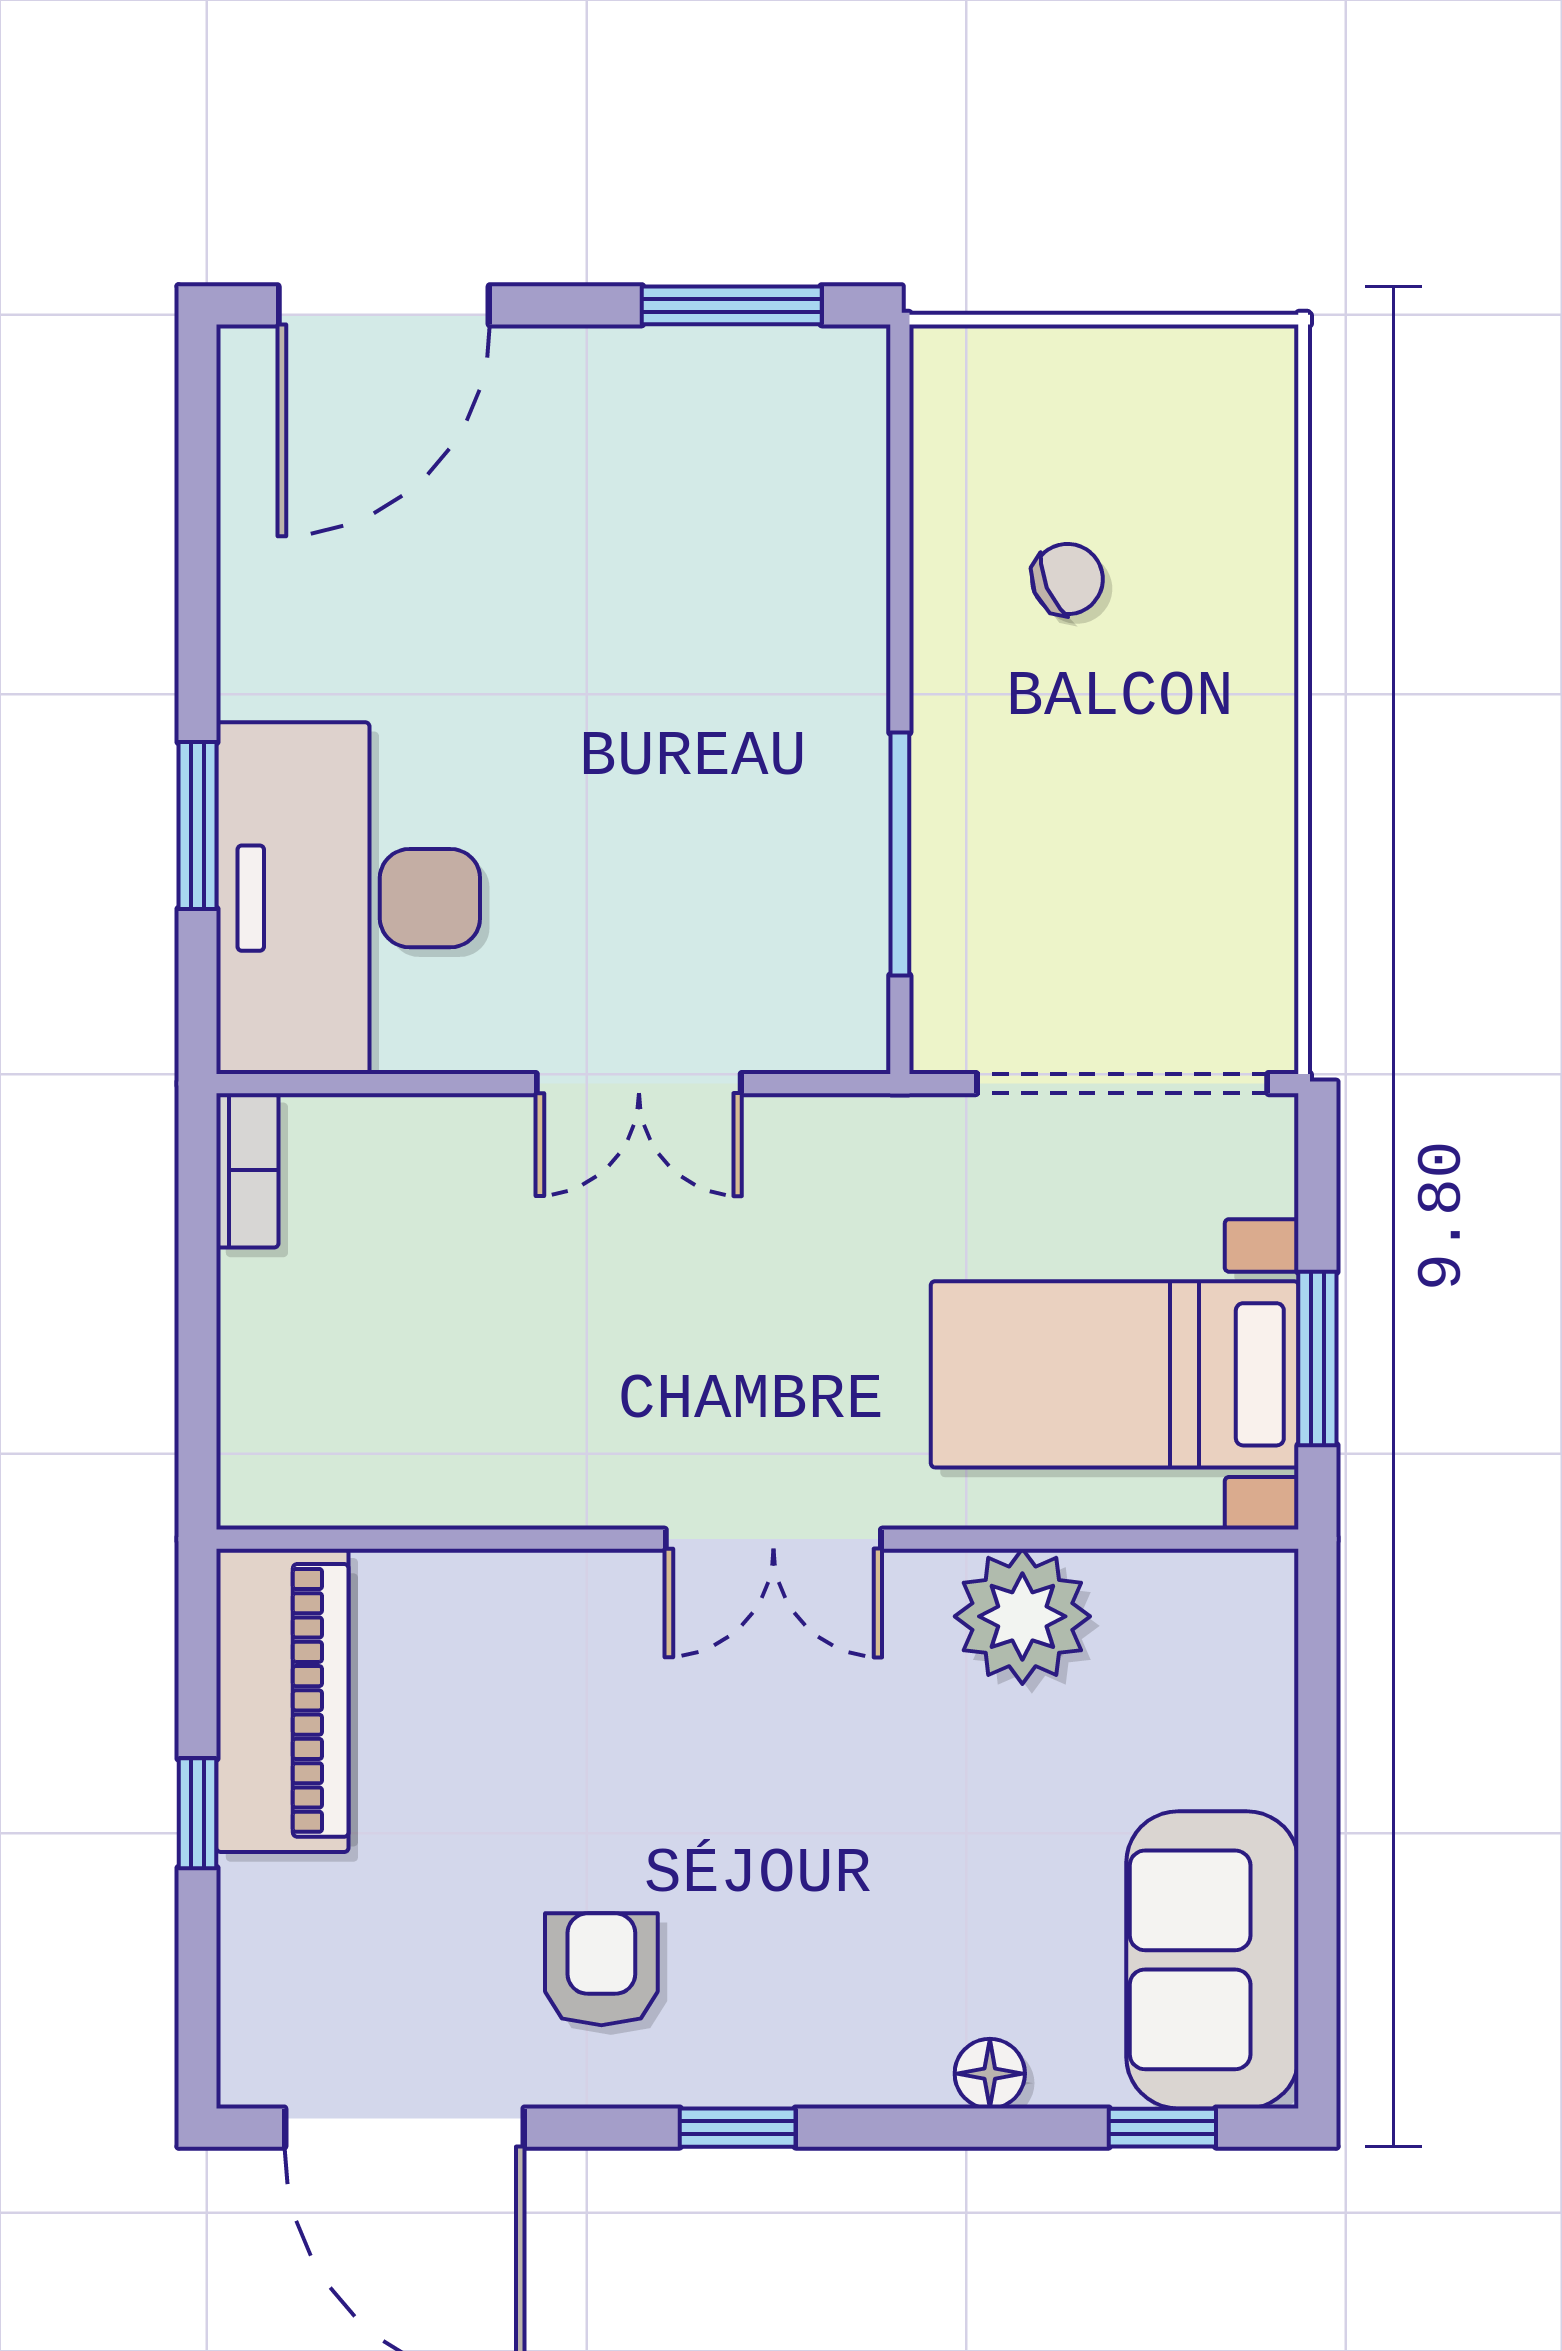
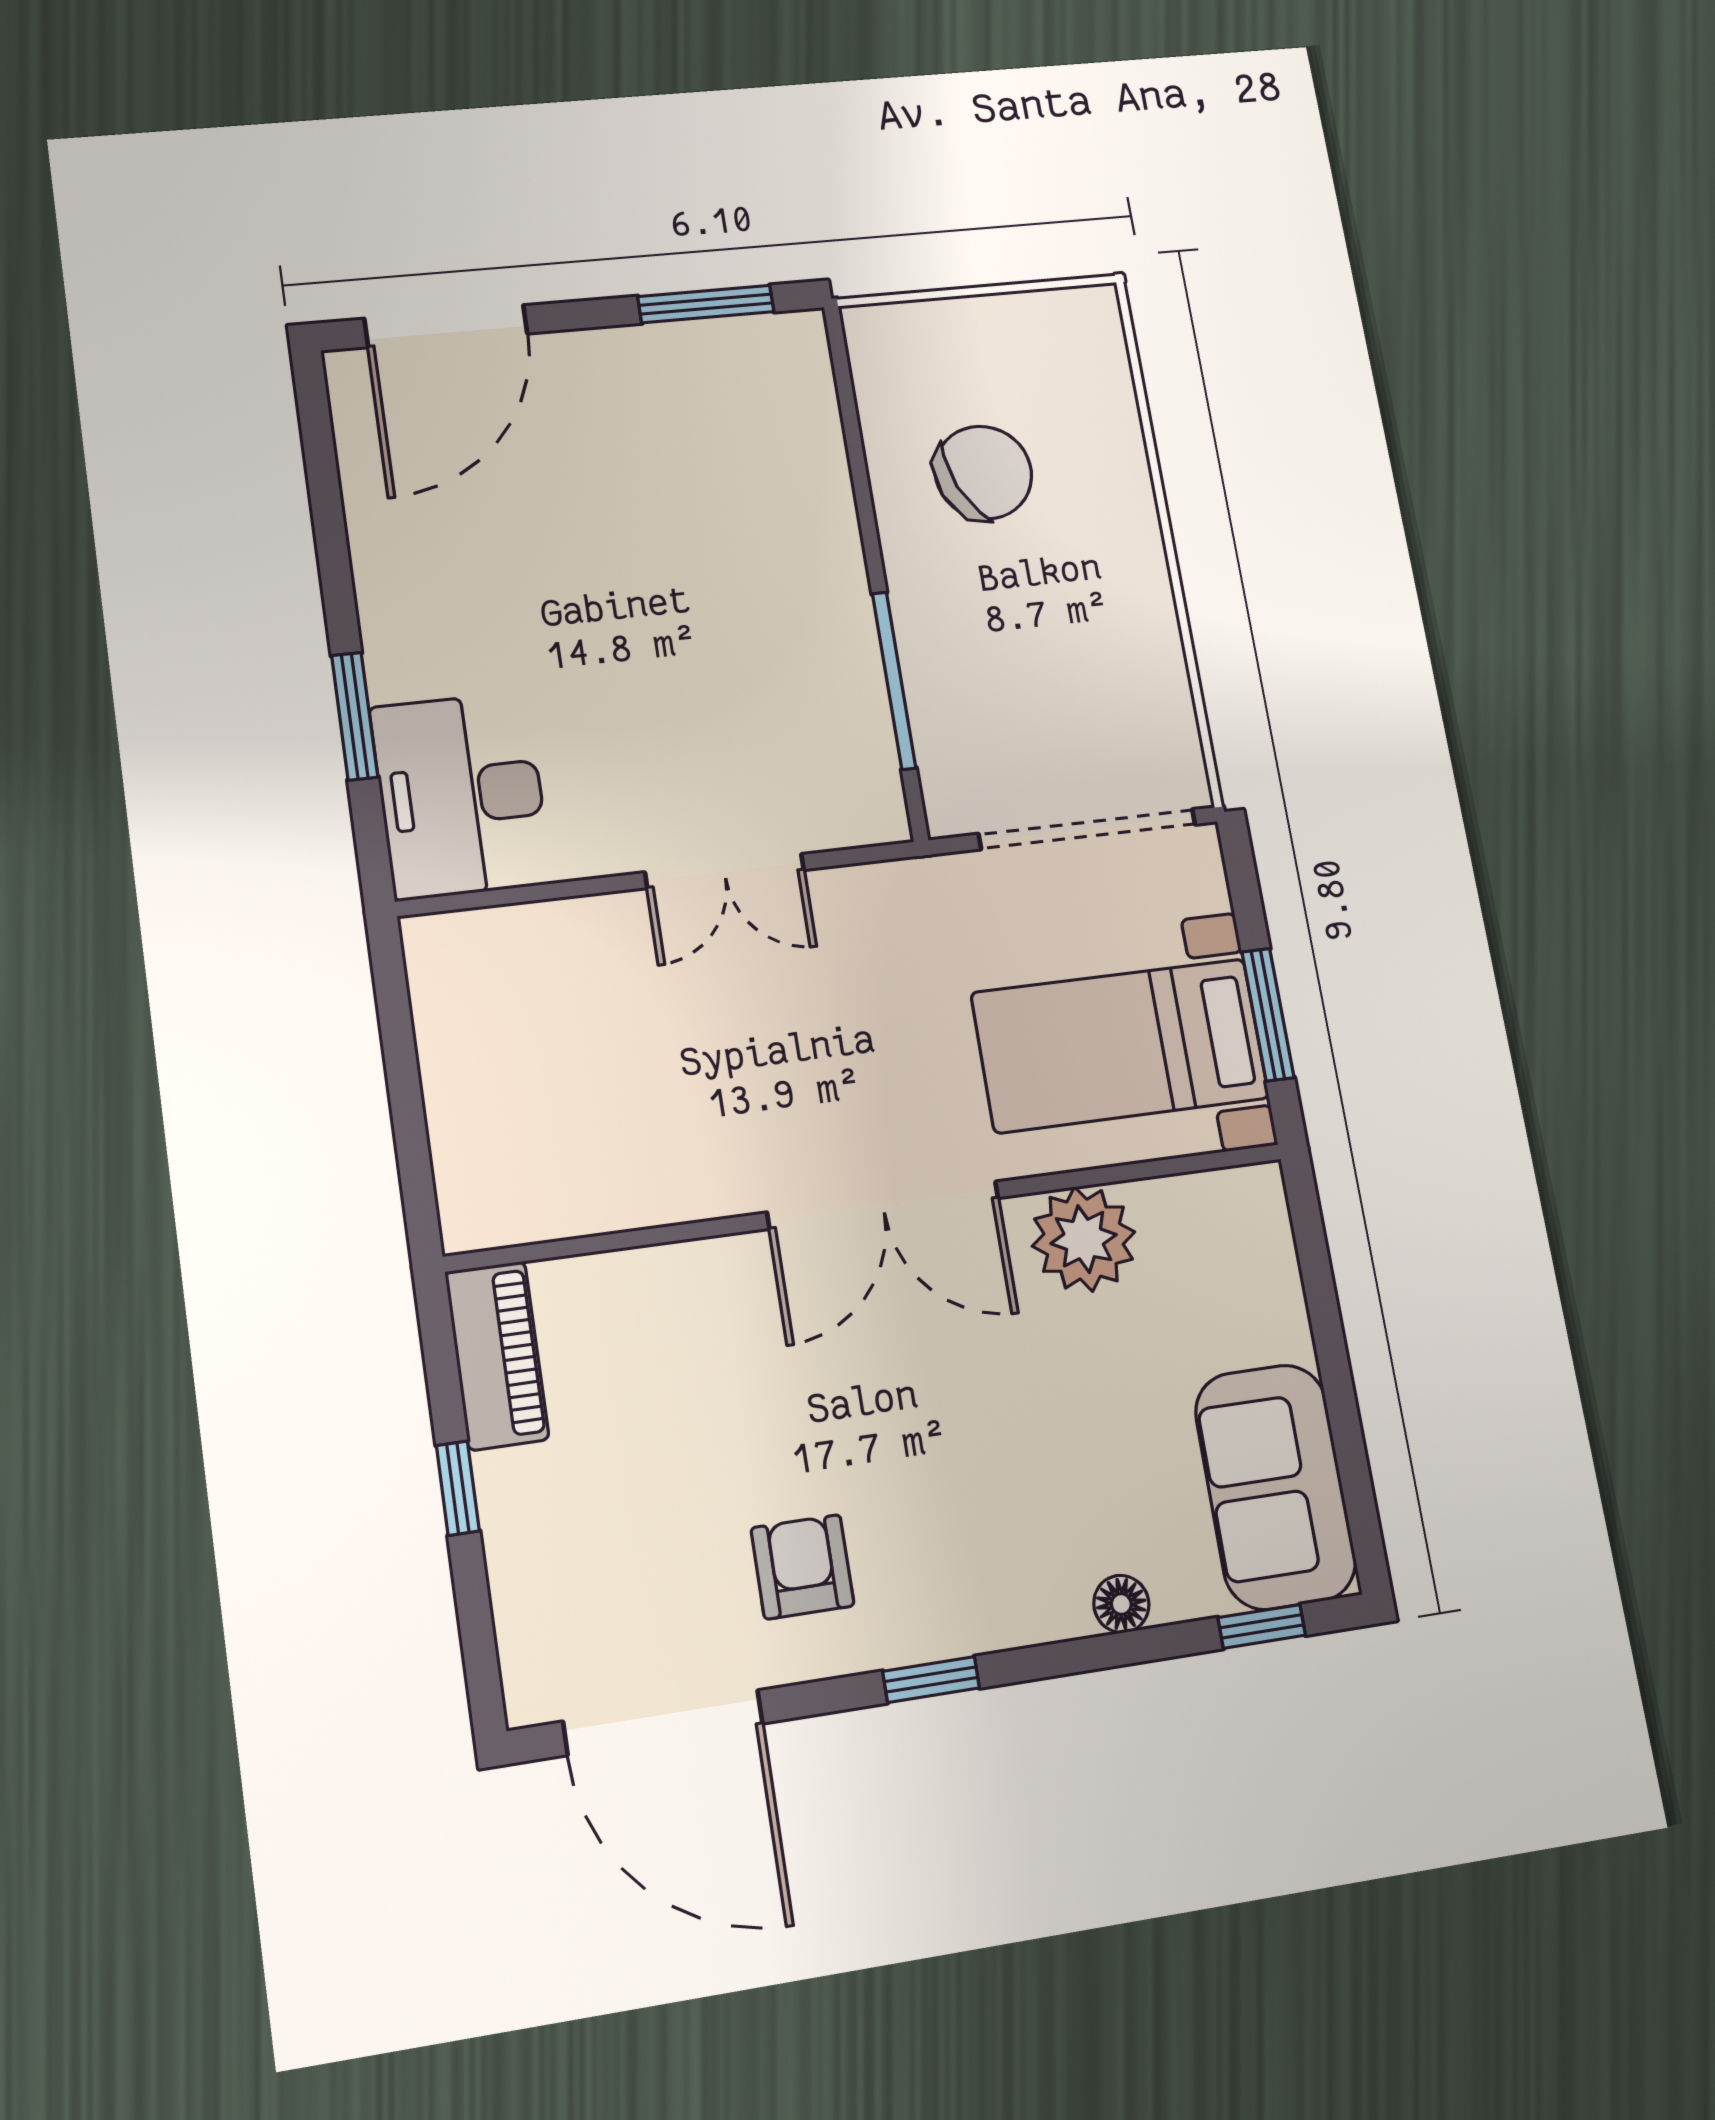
chair: (1067, 579) -> (983, 473), width x1.87, depth x1.87
desk: (348, 898) -> (461, 795), width x0.73, depth x0.77
bookcase: (247, 1170) -> (429, 973), removed
double door: (773, 1539) -> (883, 1205), width x1.37
piano: (282, 1700) -> (497, 1355), width x0.73, depth x0.75

